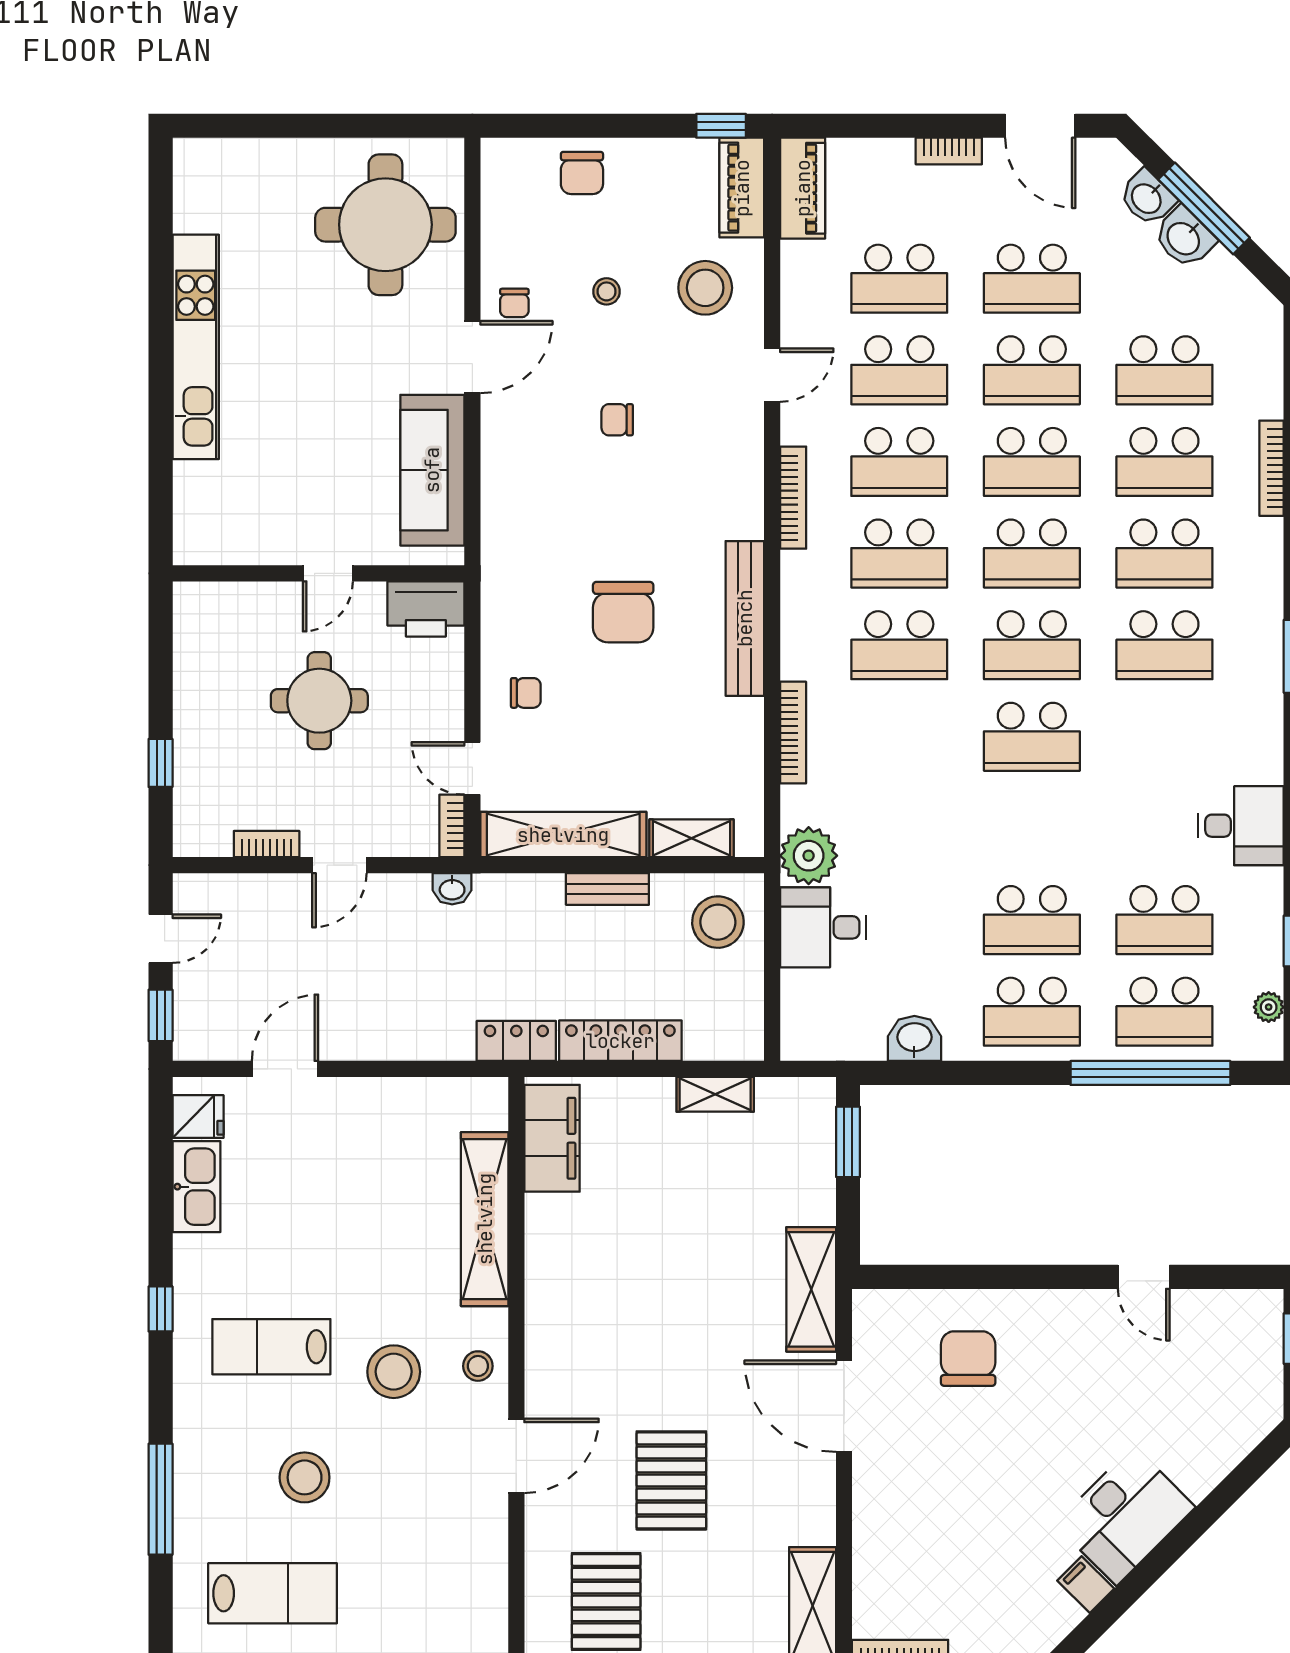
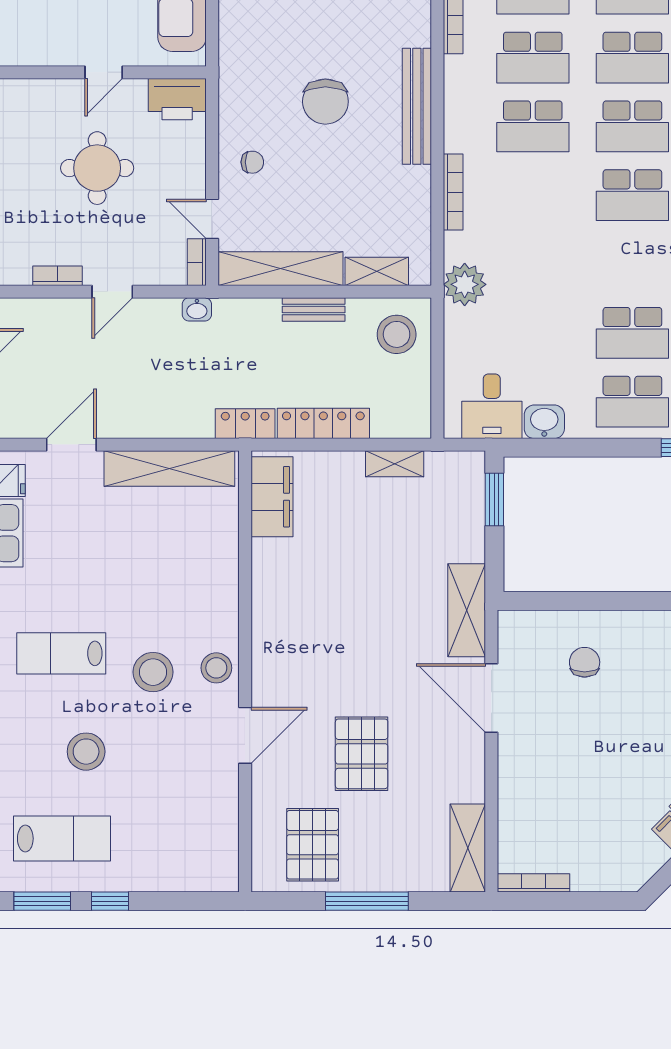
desk: (823, 927) -> (492, 406), moved, turned -90
shelving: (485, 1219) -> (169, 469), moved, turned 90
chair: (968, 1359) -> (585, 662), width x0.73, depth x0.73
stool: (478, 1366) -> (216, 668), width x1.37, depth x1.37

